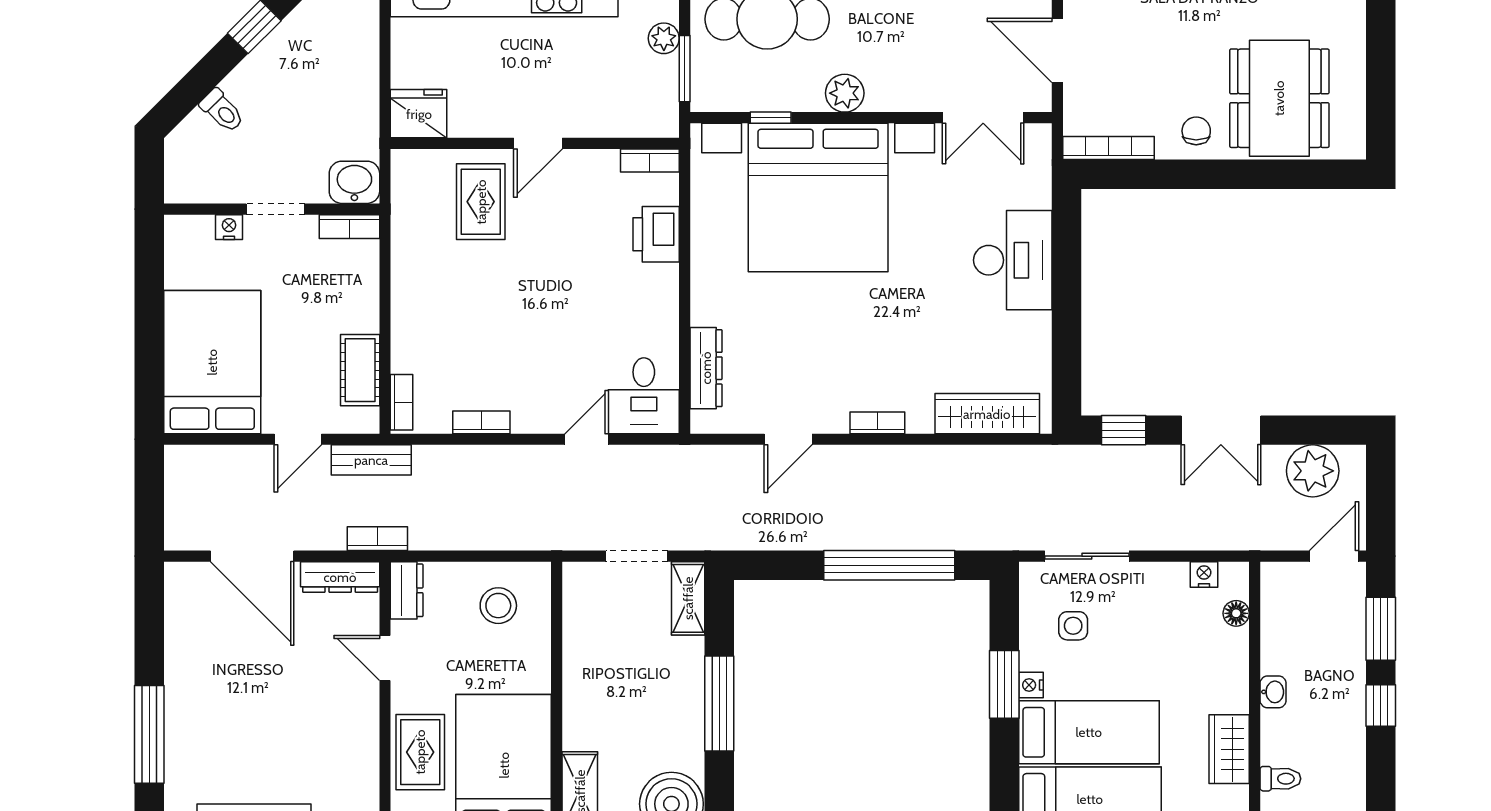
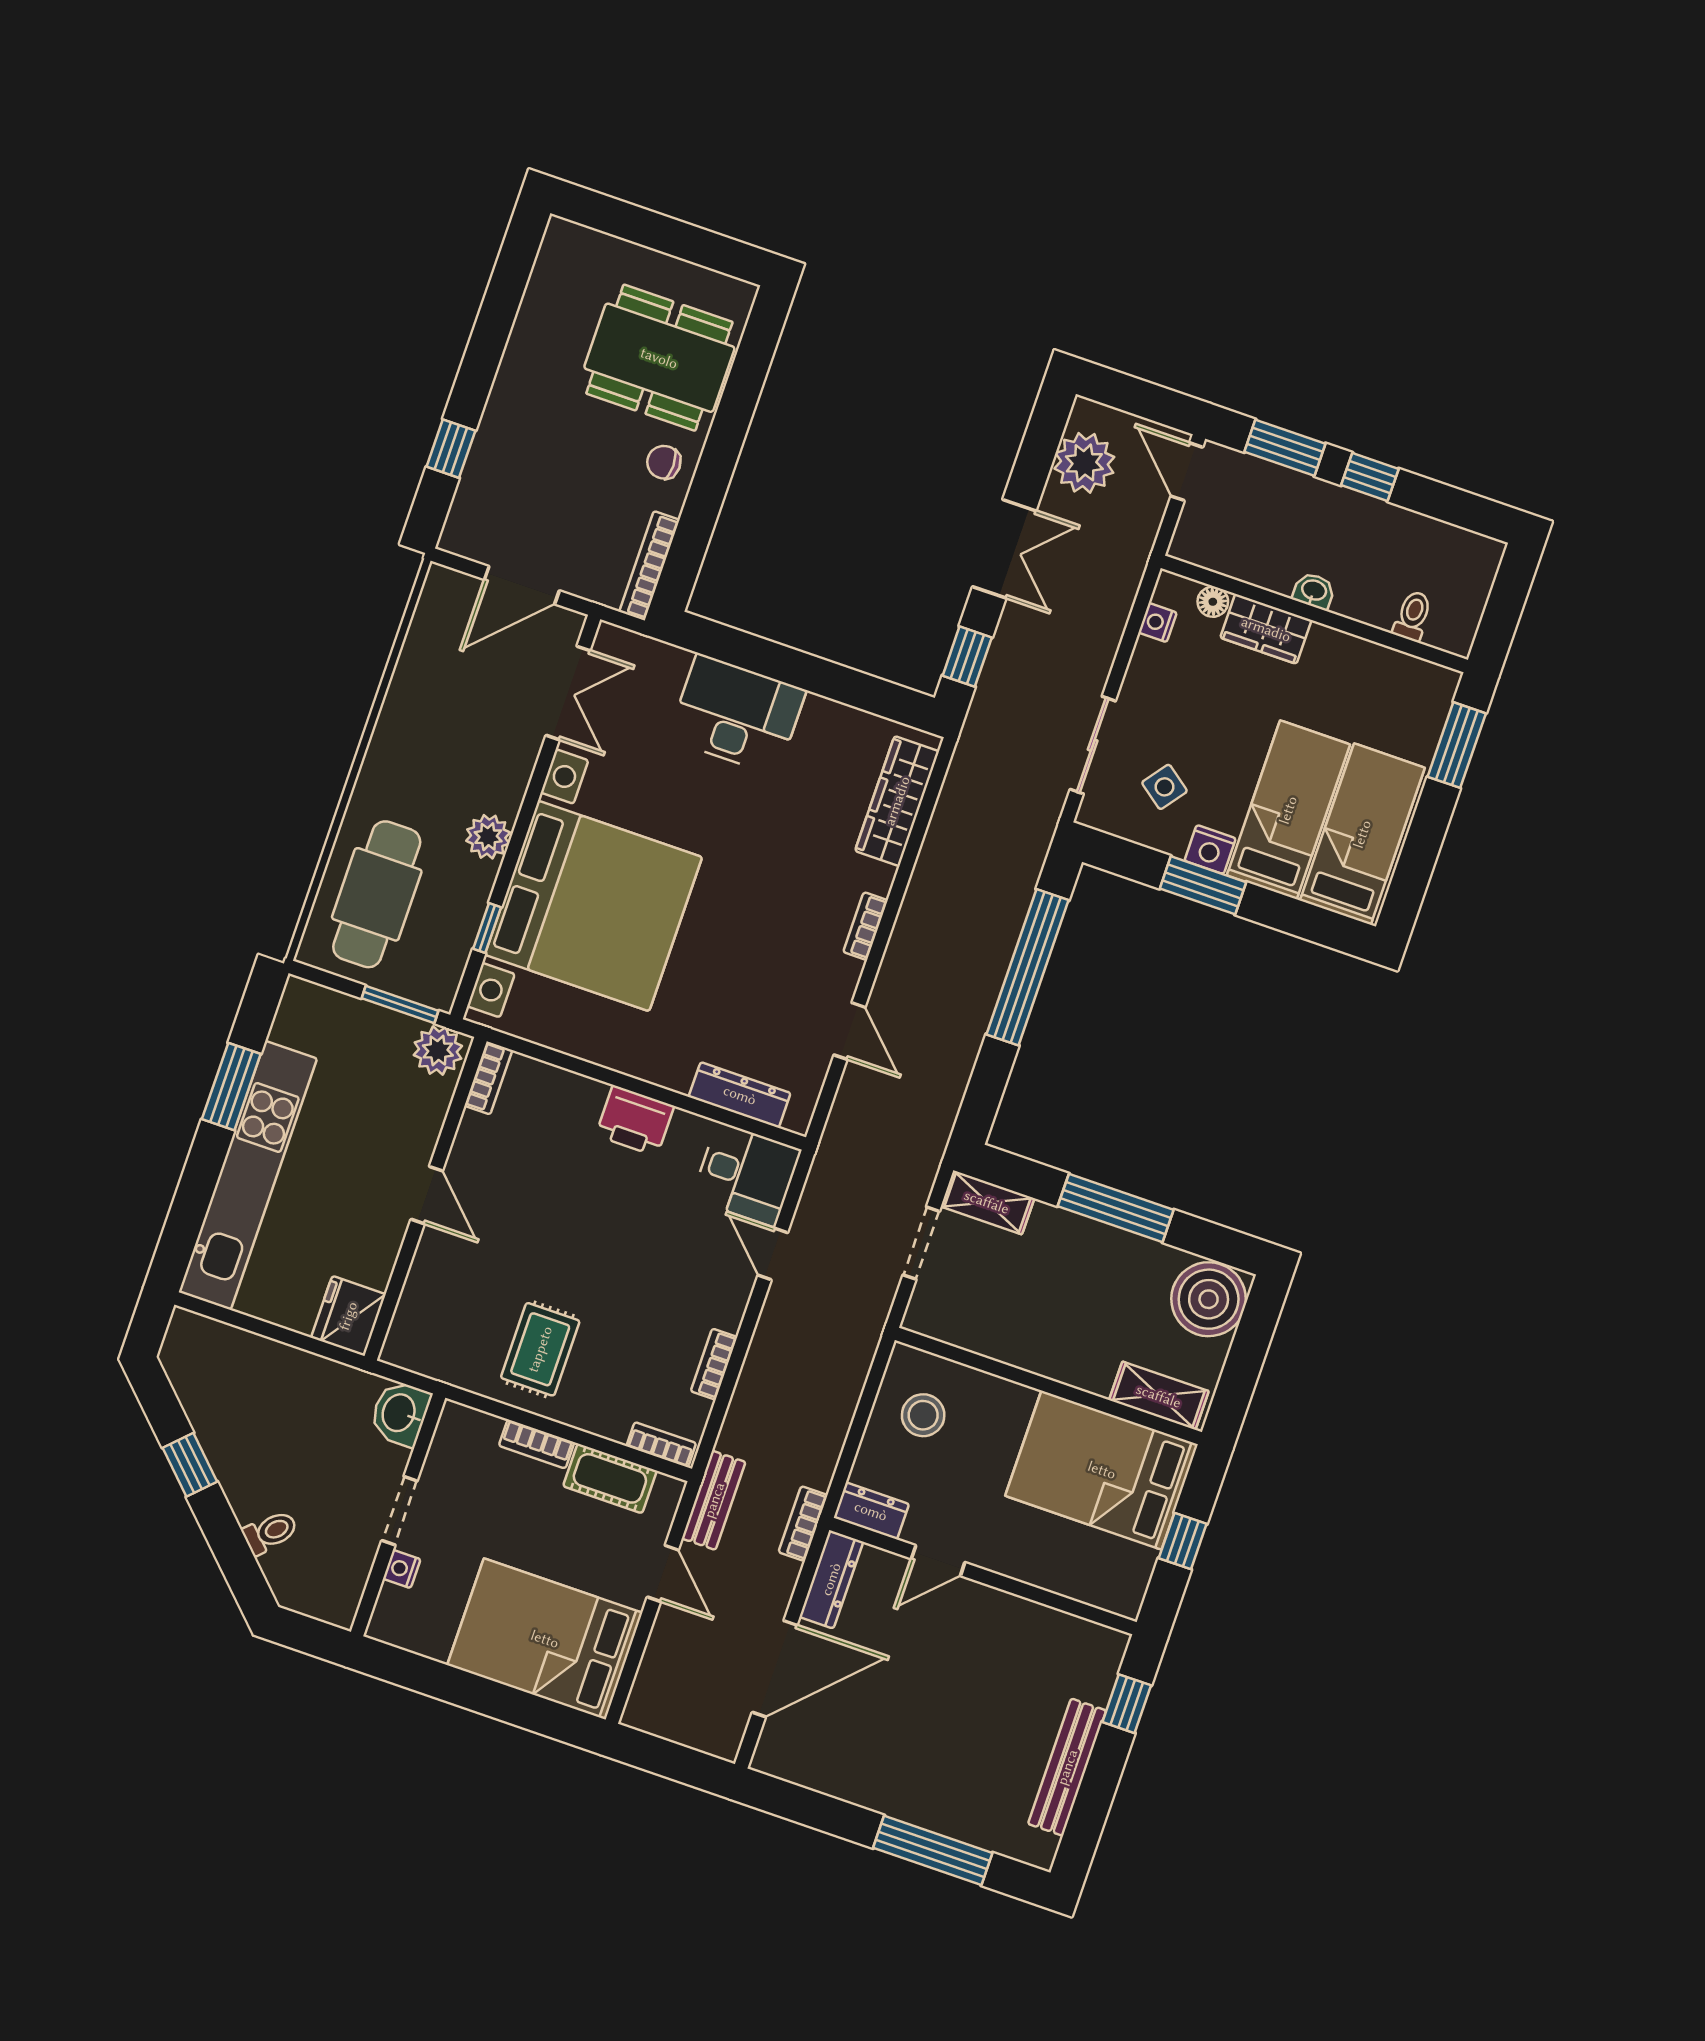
plant: (664, 38) -> (438, 1050), moved, width x1.38, depth x1.38
rug: (481, 202) -> (540, 1349), moved, turned 90
bookcase: (349, 227) -> (537, 1444), moved, turned 90
printer: (656, 234) -> (635, 1121), moved
side table: (1073, 626) -> (1164, 787), turned 37
nightstand: (1031, 685) -> (1210, 849), width x1.39, depth x1.35
wardrobe: (1229, 749) -> (1266, 629), moved
rug: (420, 752) -> (1056, 1557), removed

